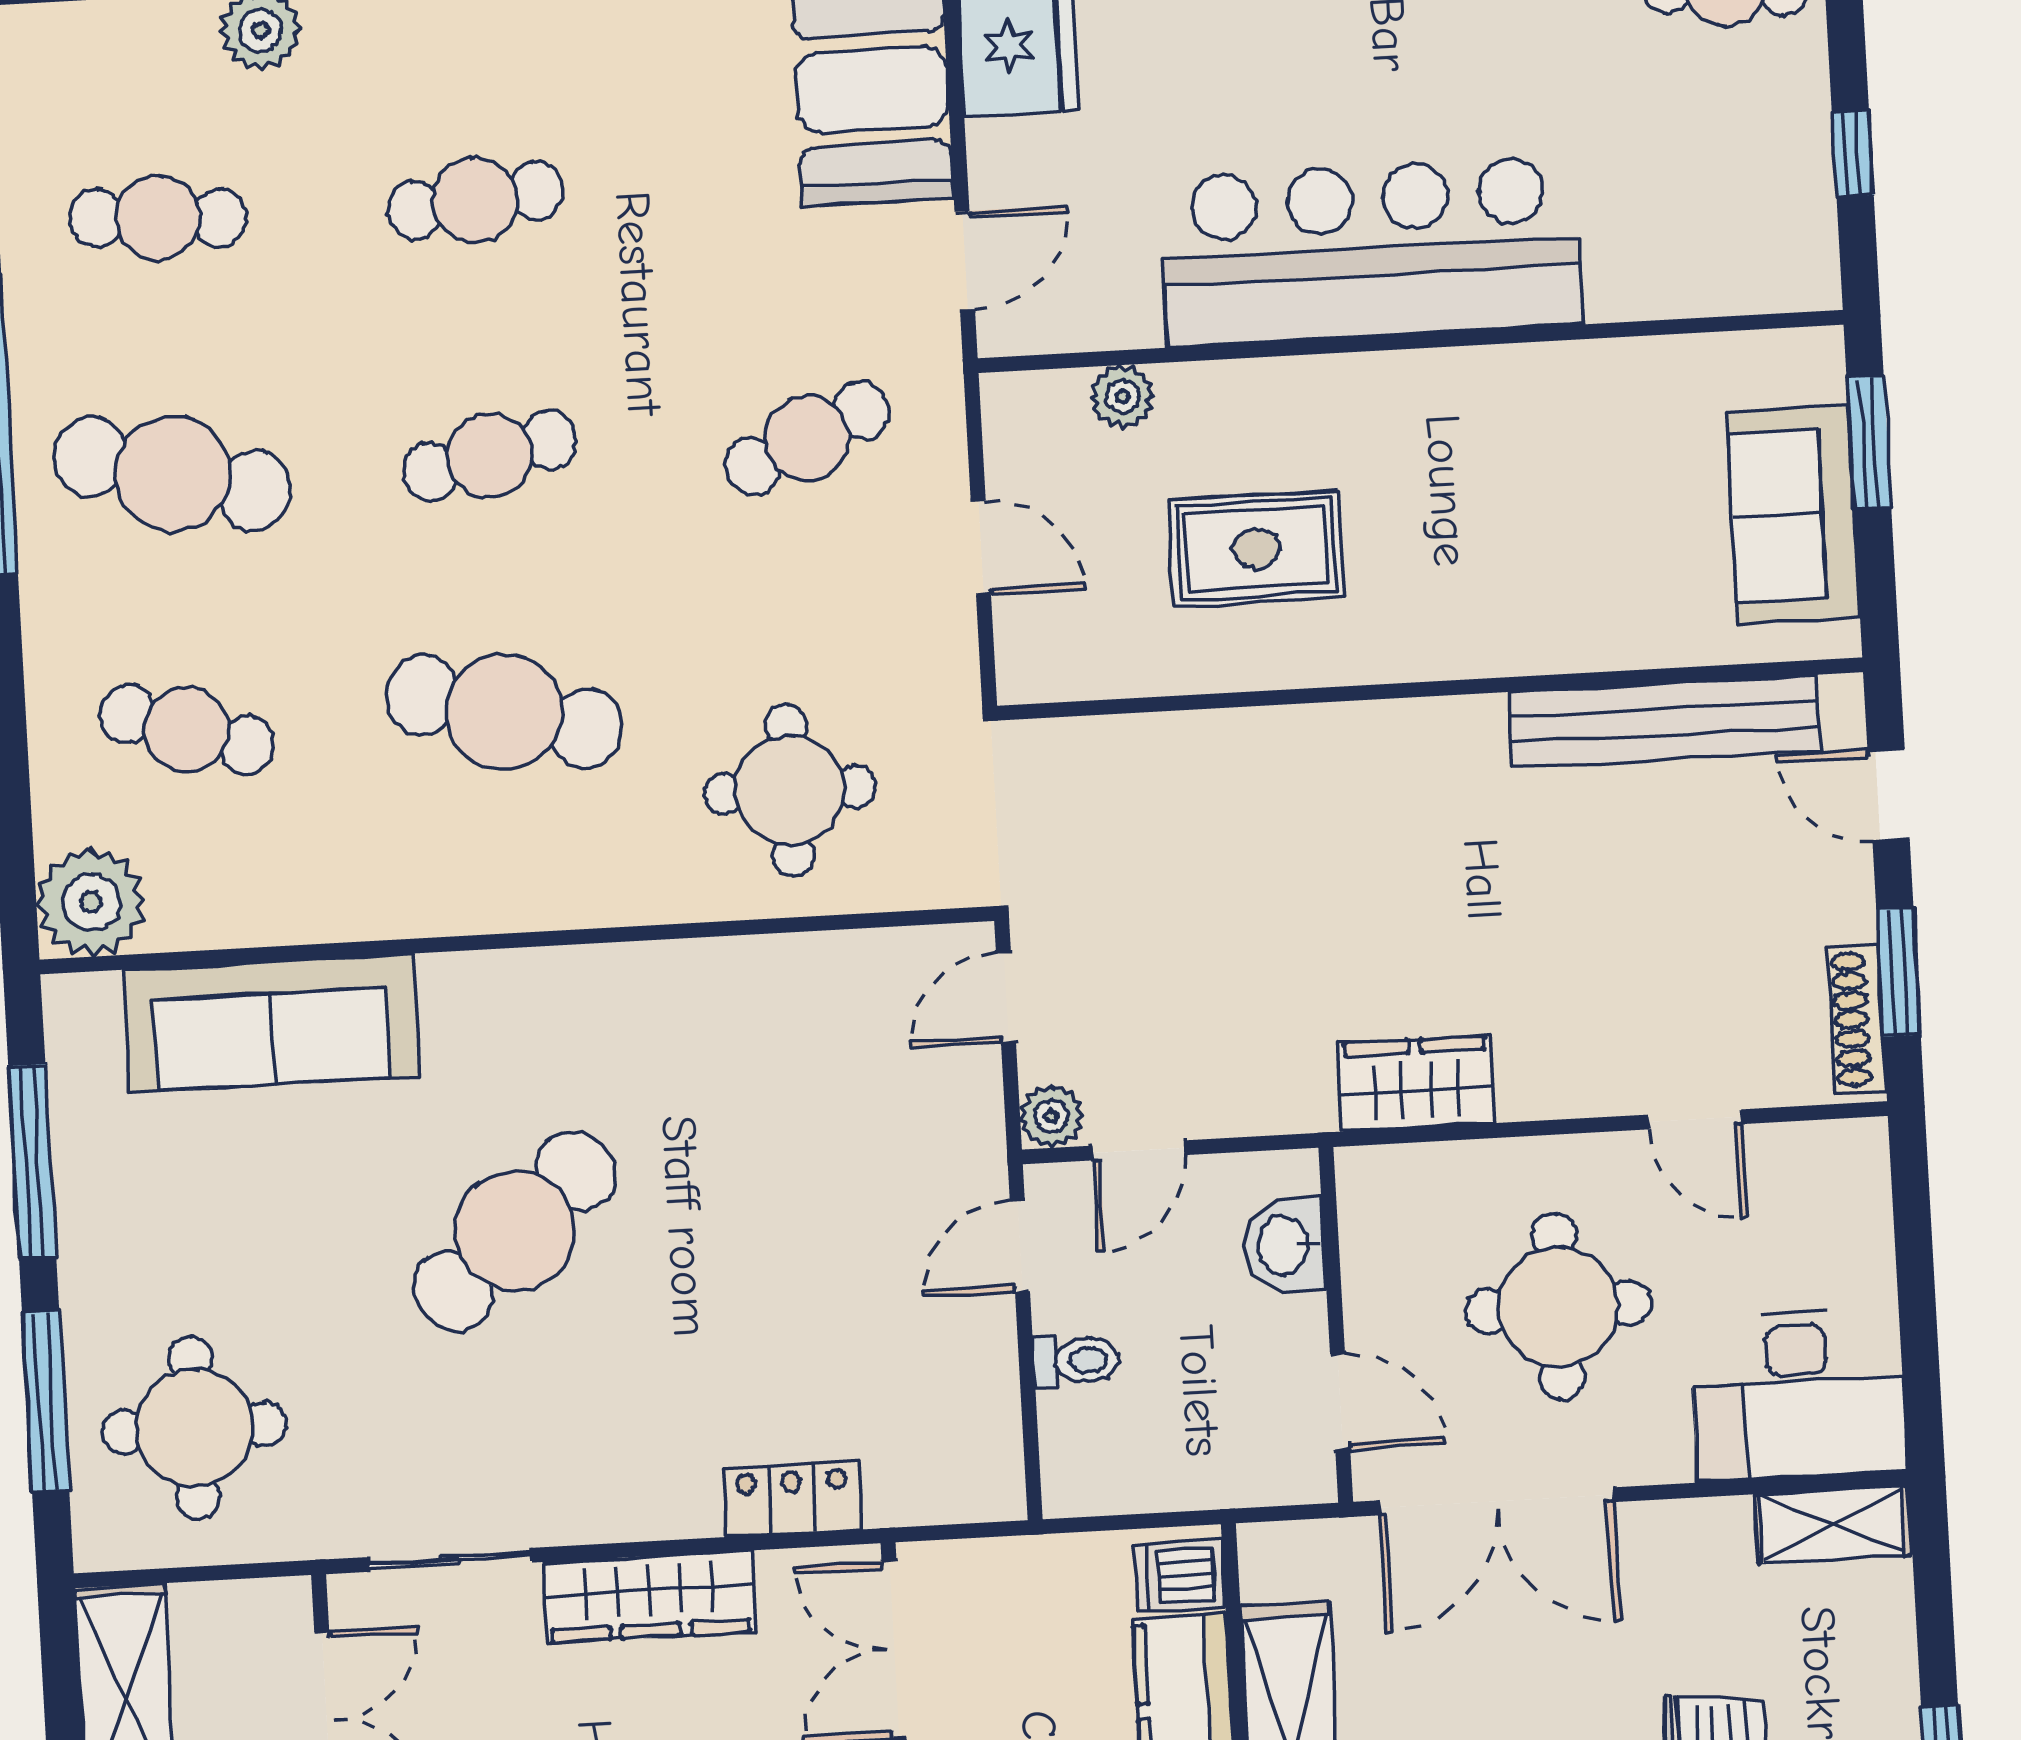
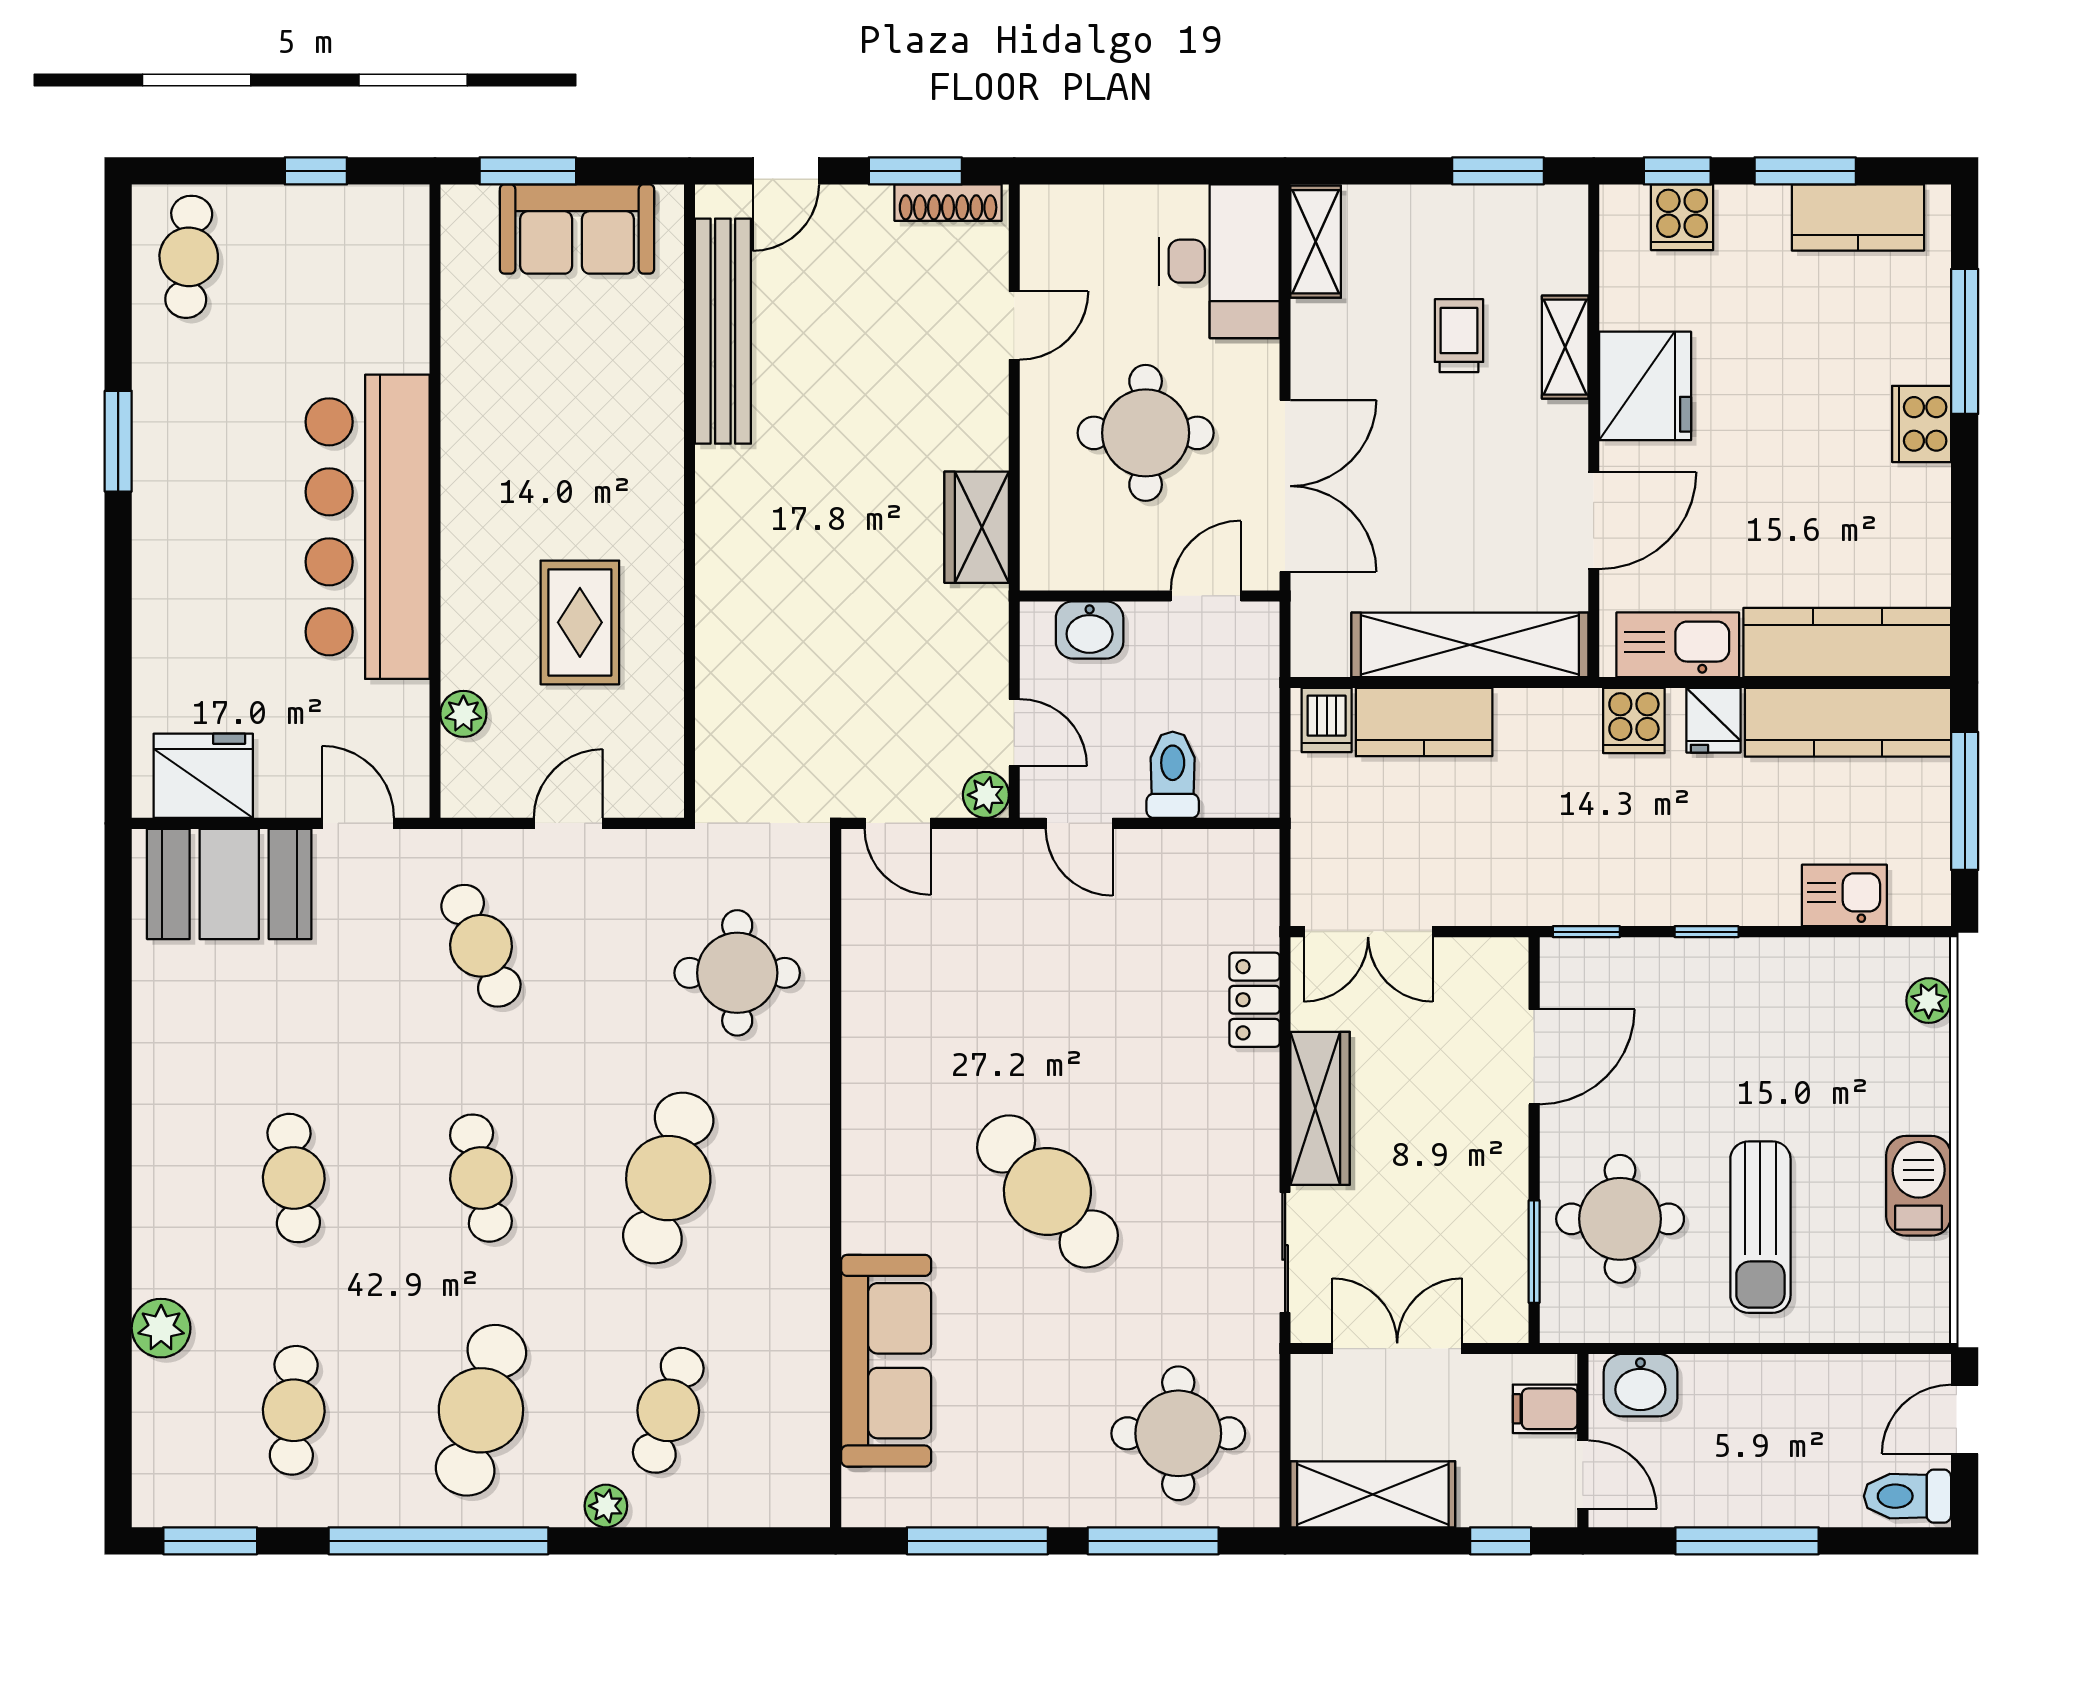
plant: (91, 902) -> (606, 1506), moved, width x0.53, depth x0.53
toilet: (1076, 1361) -> (1173, 775), width x1.37, depth x1.39

